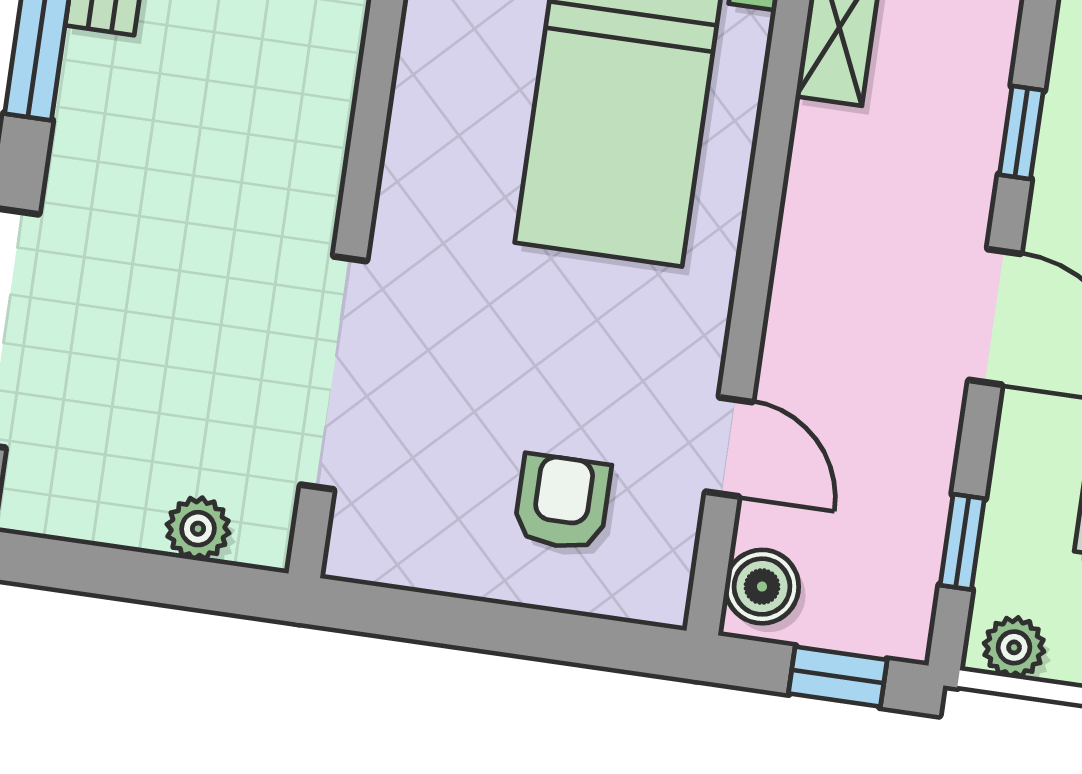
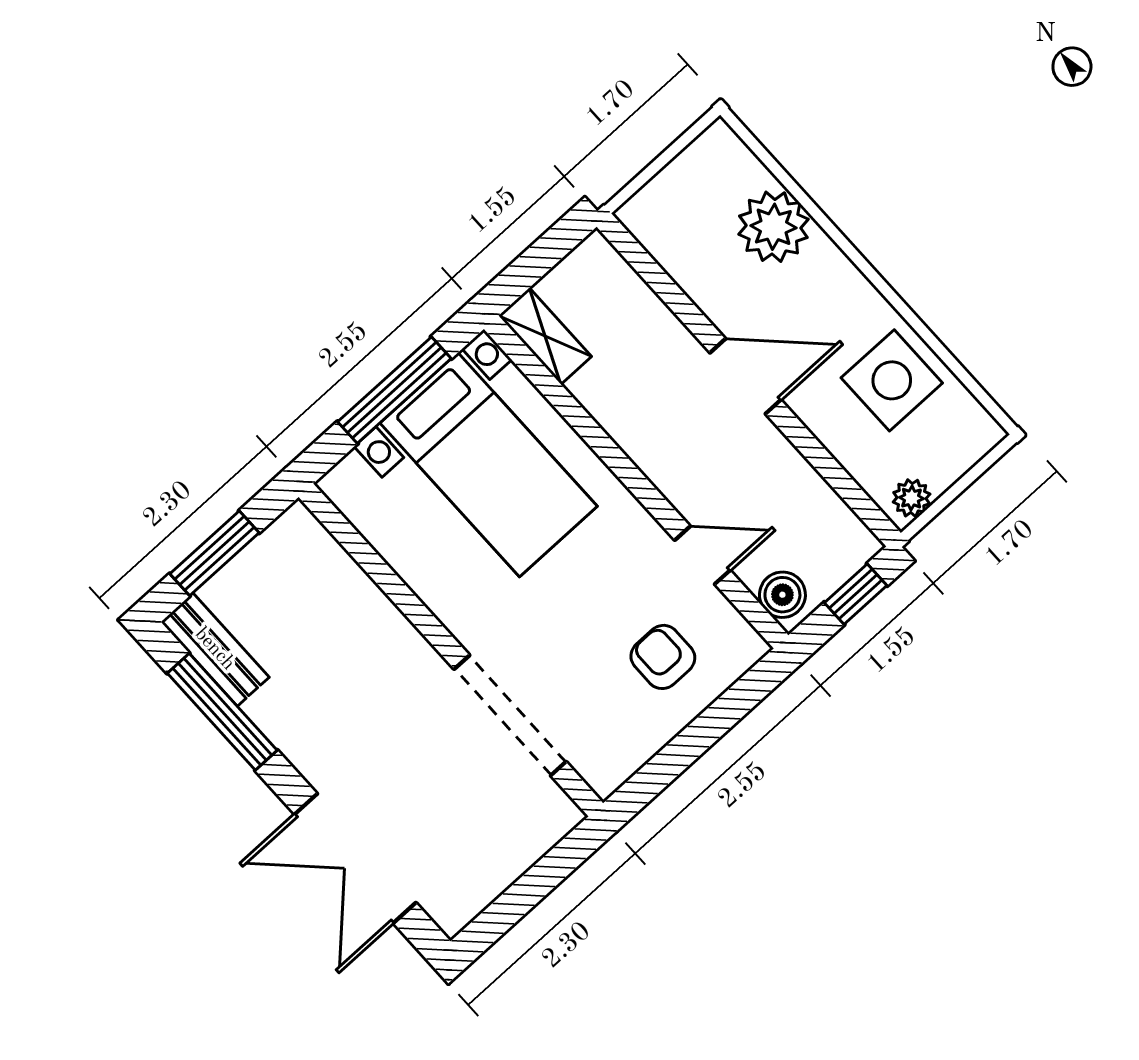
window: (1021, 132) -> (668, 290), removed
plant: (198, 529) -> (531, 842), removed
window: (962, 542) -> (840, 481), removed

